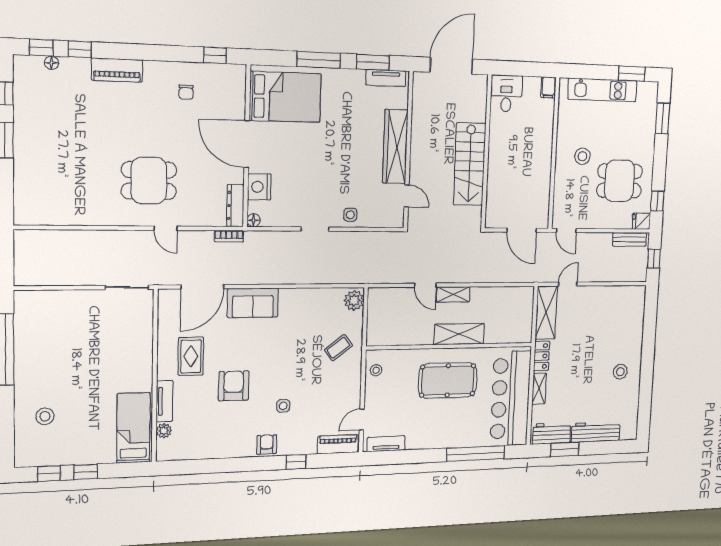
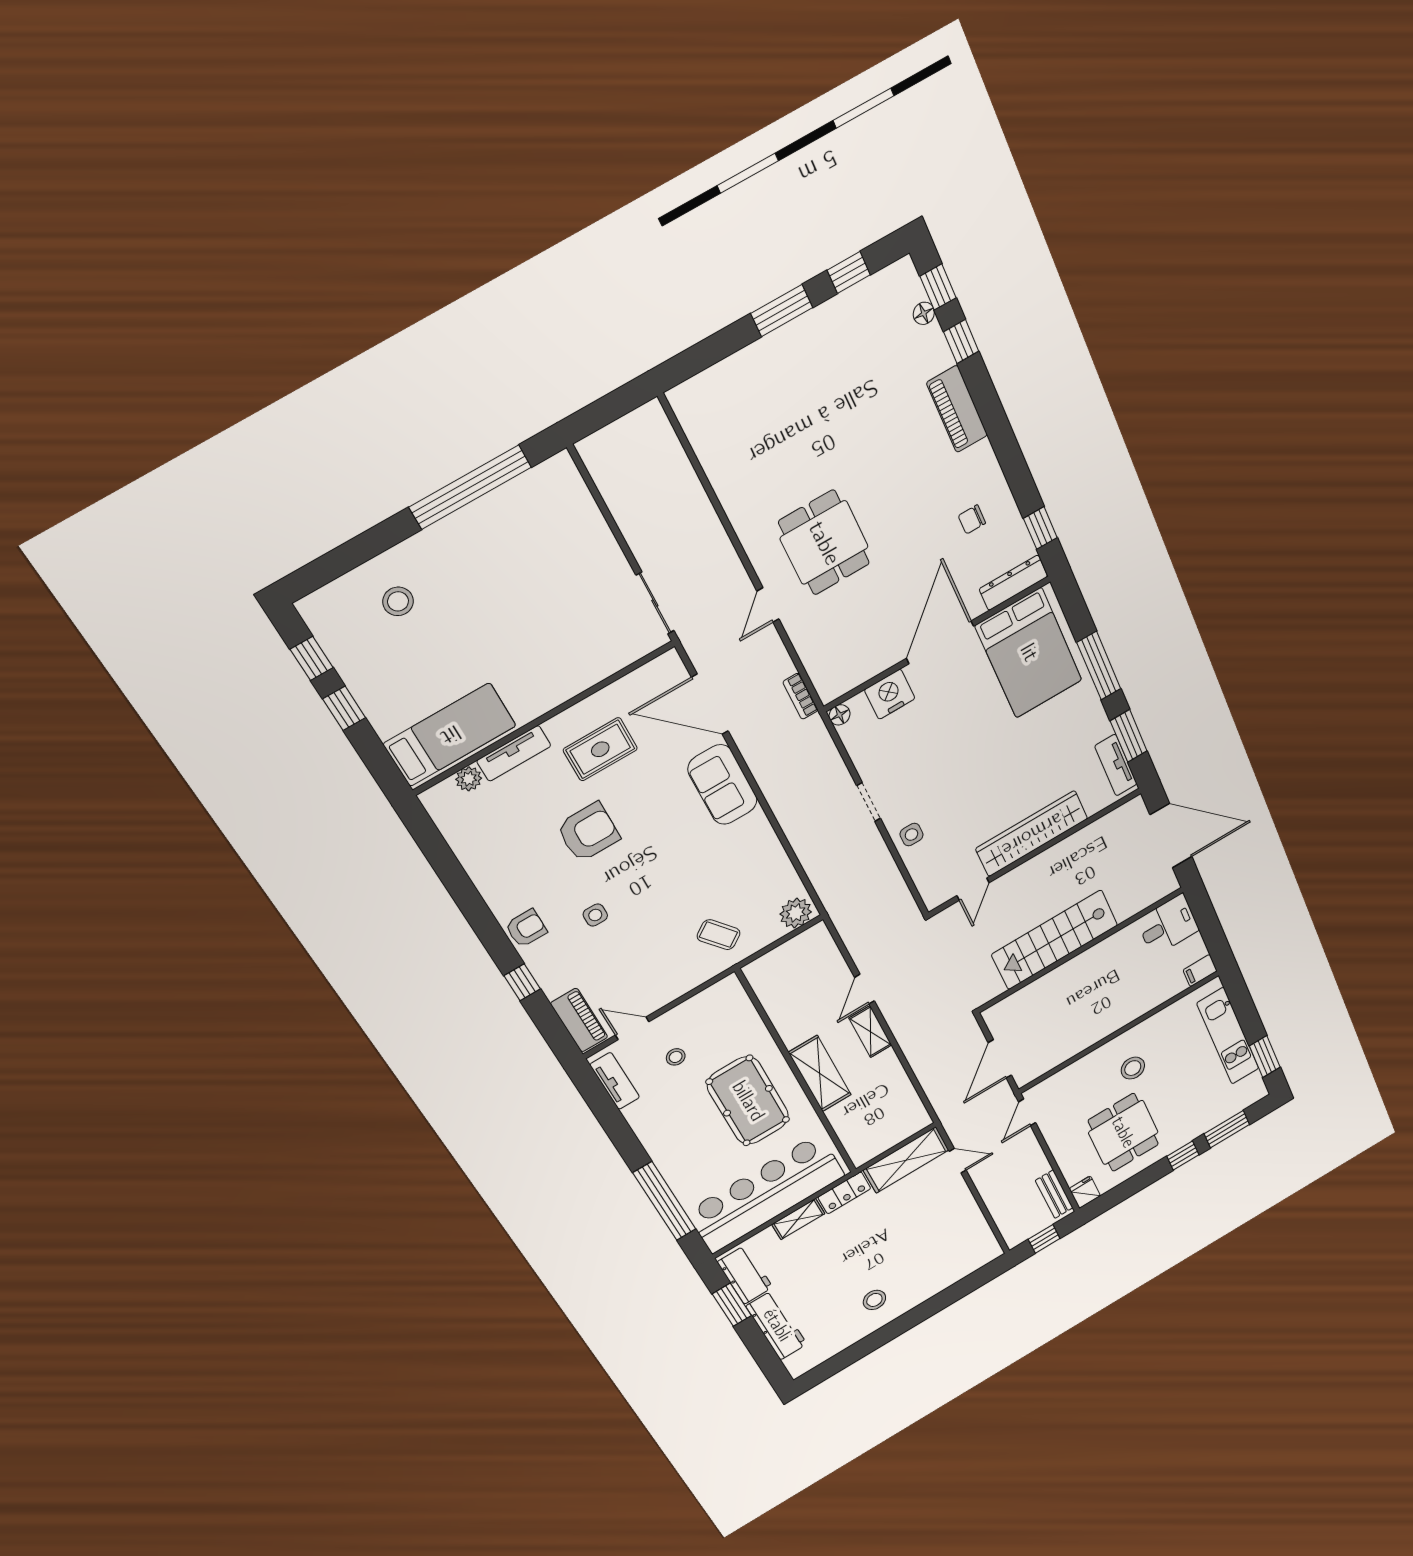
window: (657, 201) -> (1183, 1156), moved
dresser: (235, 206) -> (1013, 583), moved
stool: (376, 370) -> (676, 1057), moved

